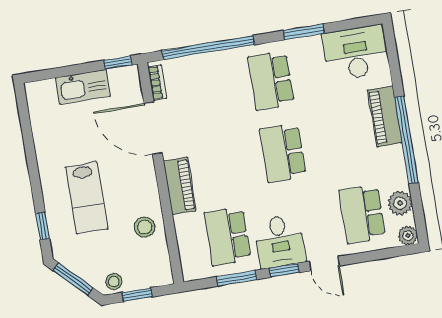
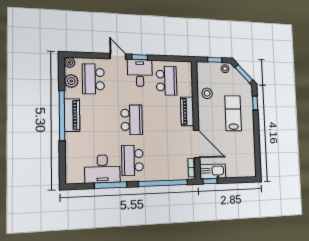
window: (304, 32) -> (111, 185), width x1.44
desk: (356, 53) -> (102, 169), moved
school desk: (271, 81) -> (132, 160), turned 180
kitchen sink: (83, 87) -> (213, 171), moved
piano: (385, 116) -> (72, 115), moved
school desk: (362, 214) -> (93, 79), turned 180
window: (236, 278) -> (165, 58), removed

